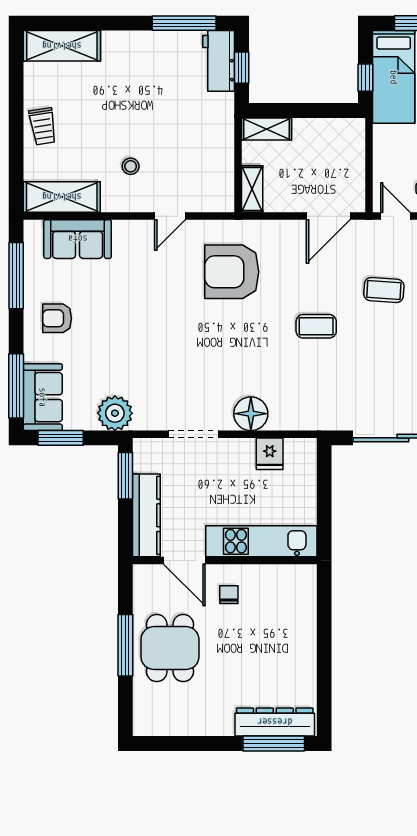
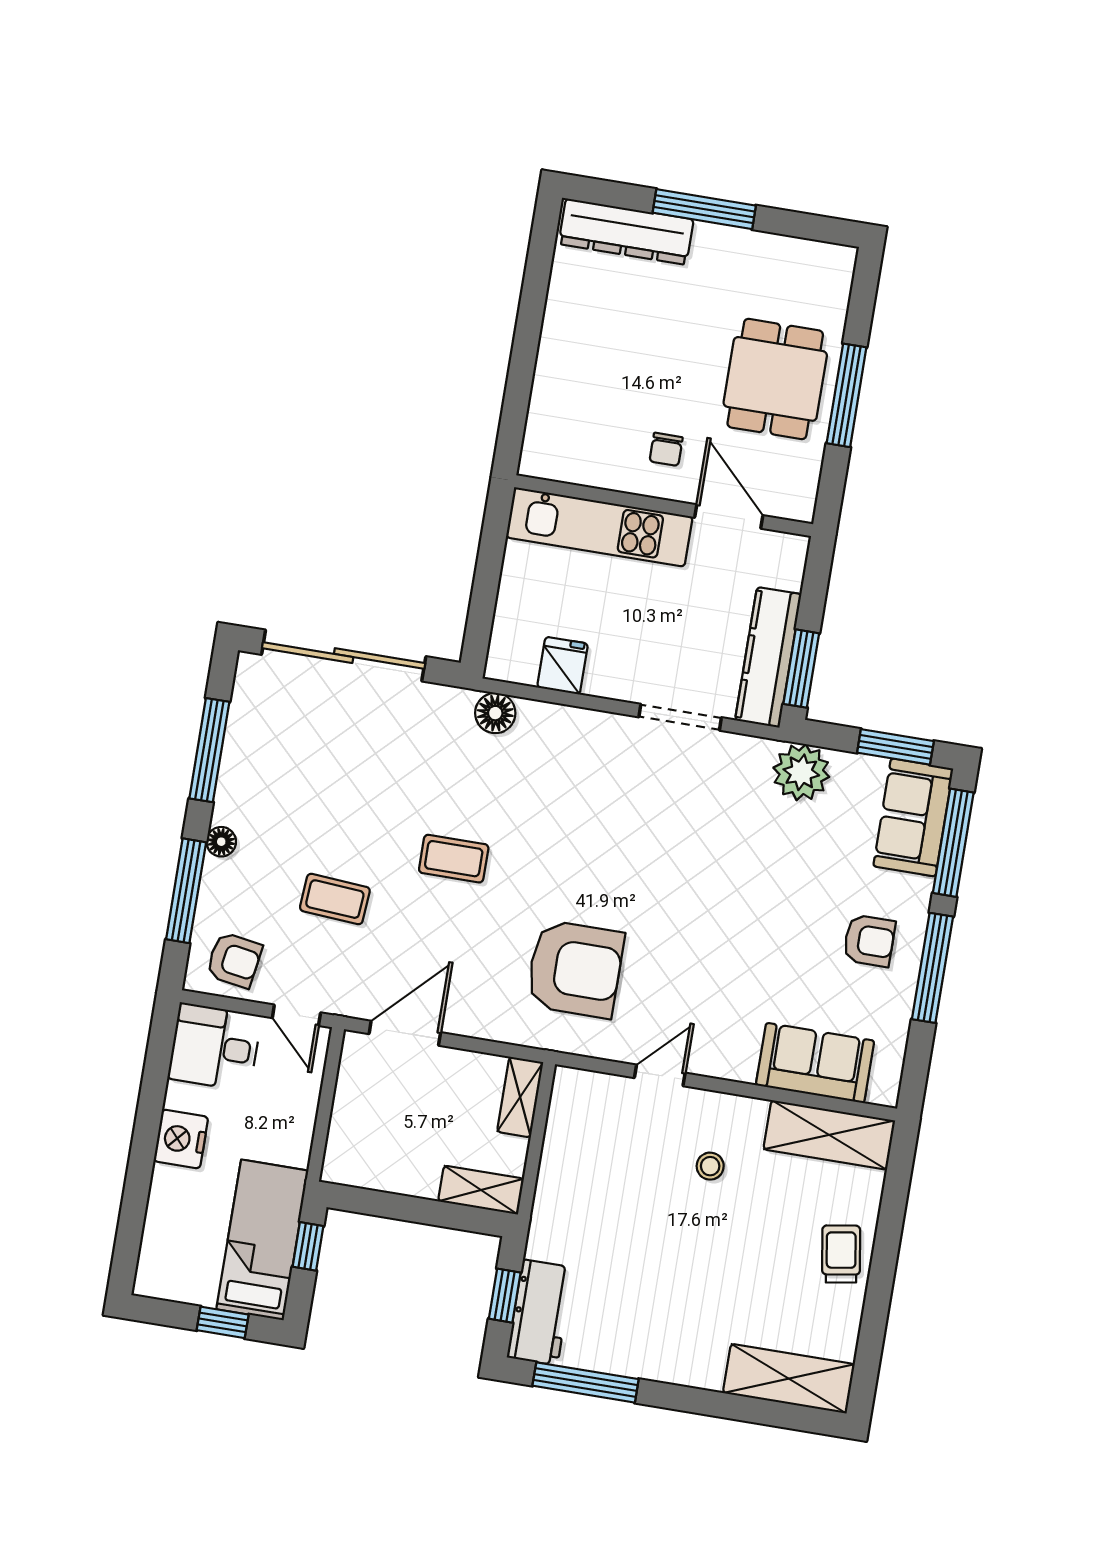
window: (16, 276) -> (932, 968), moved
floor lamp: (251, 414) -> (495, 713), moved, width x0.73, depth x0.73
kitchen counter: (146, 515) -> (768, 657), moved
window: (274, 743) -> (704, 209), moved

